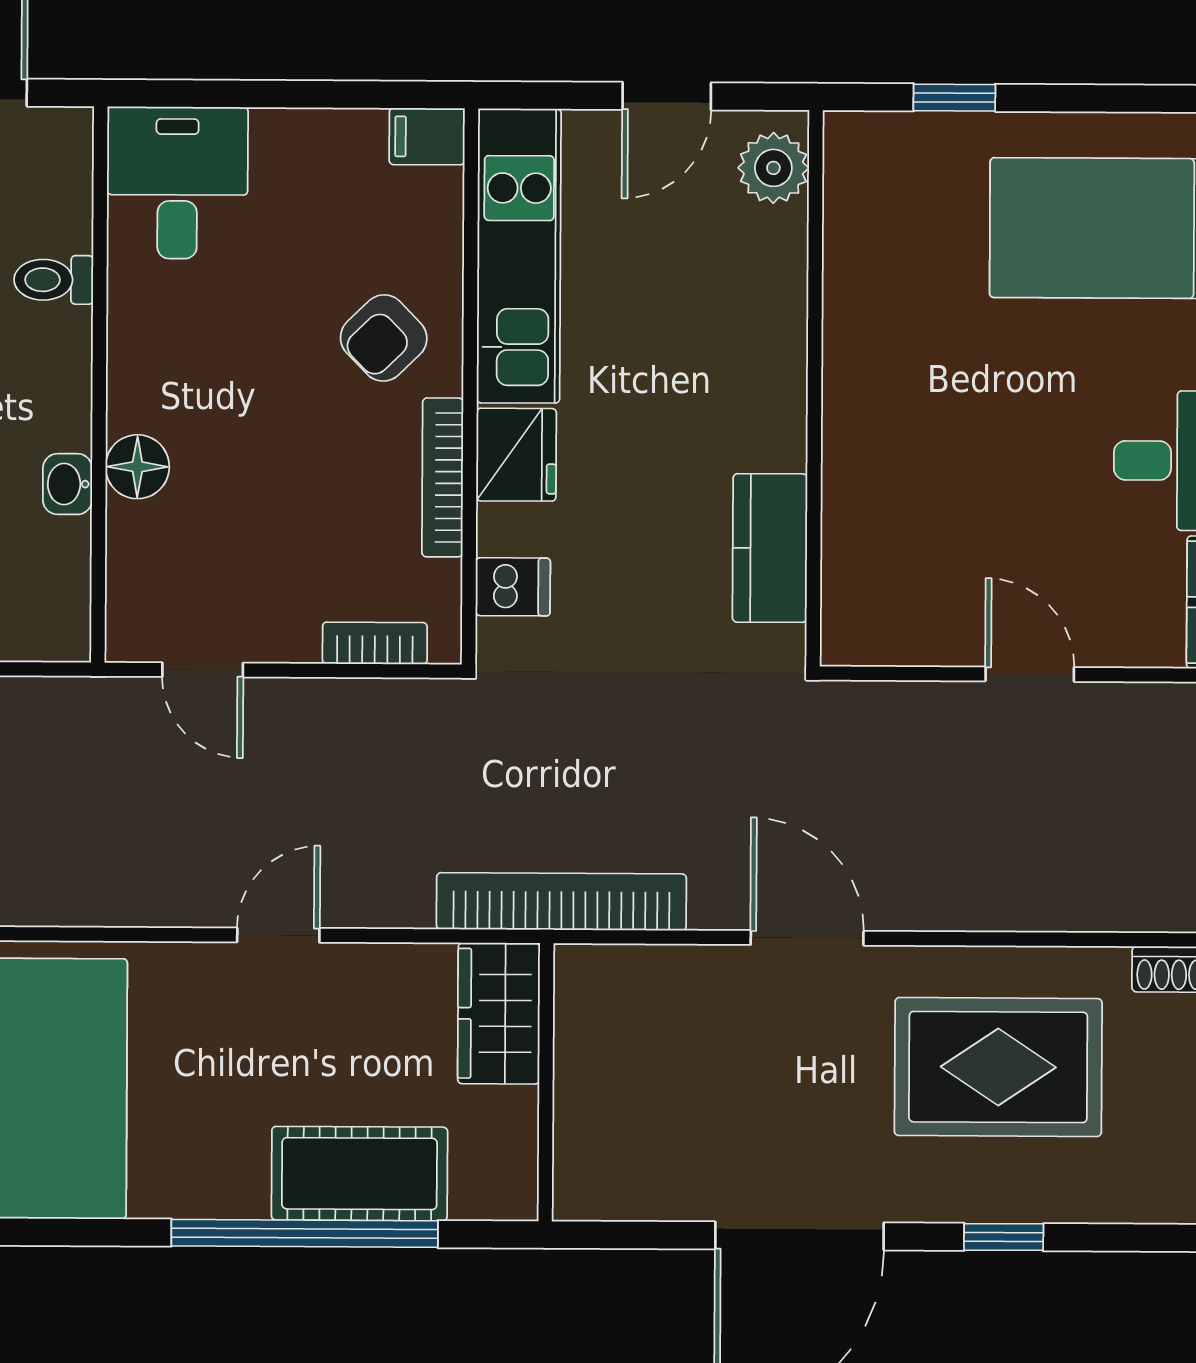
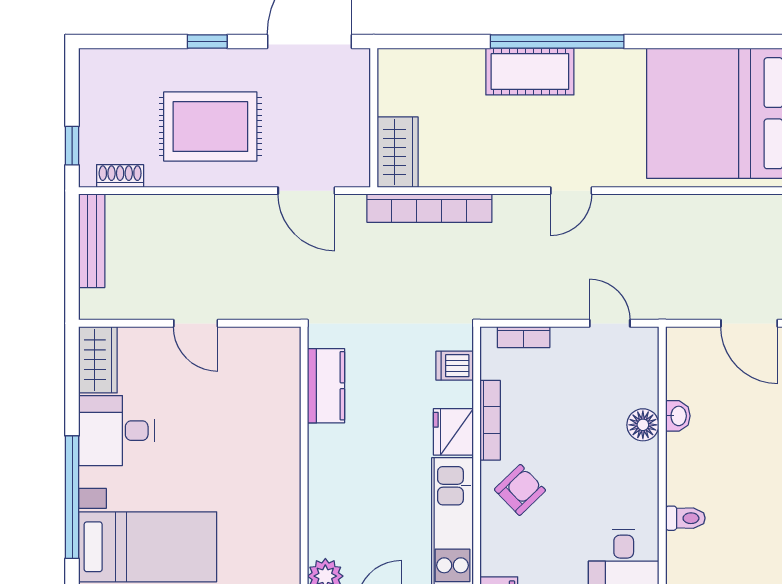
wardrobe: (499, 1013) -> (398, 152), moved
wall: (546, 1082) -> (374, 118), moved

